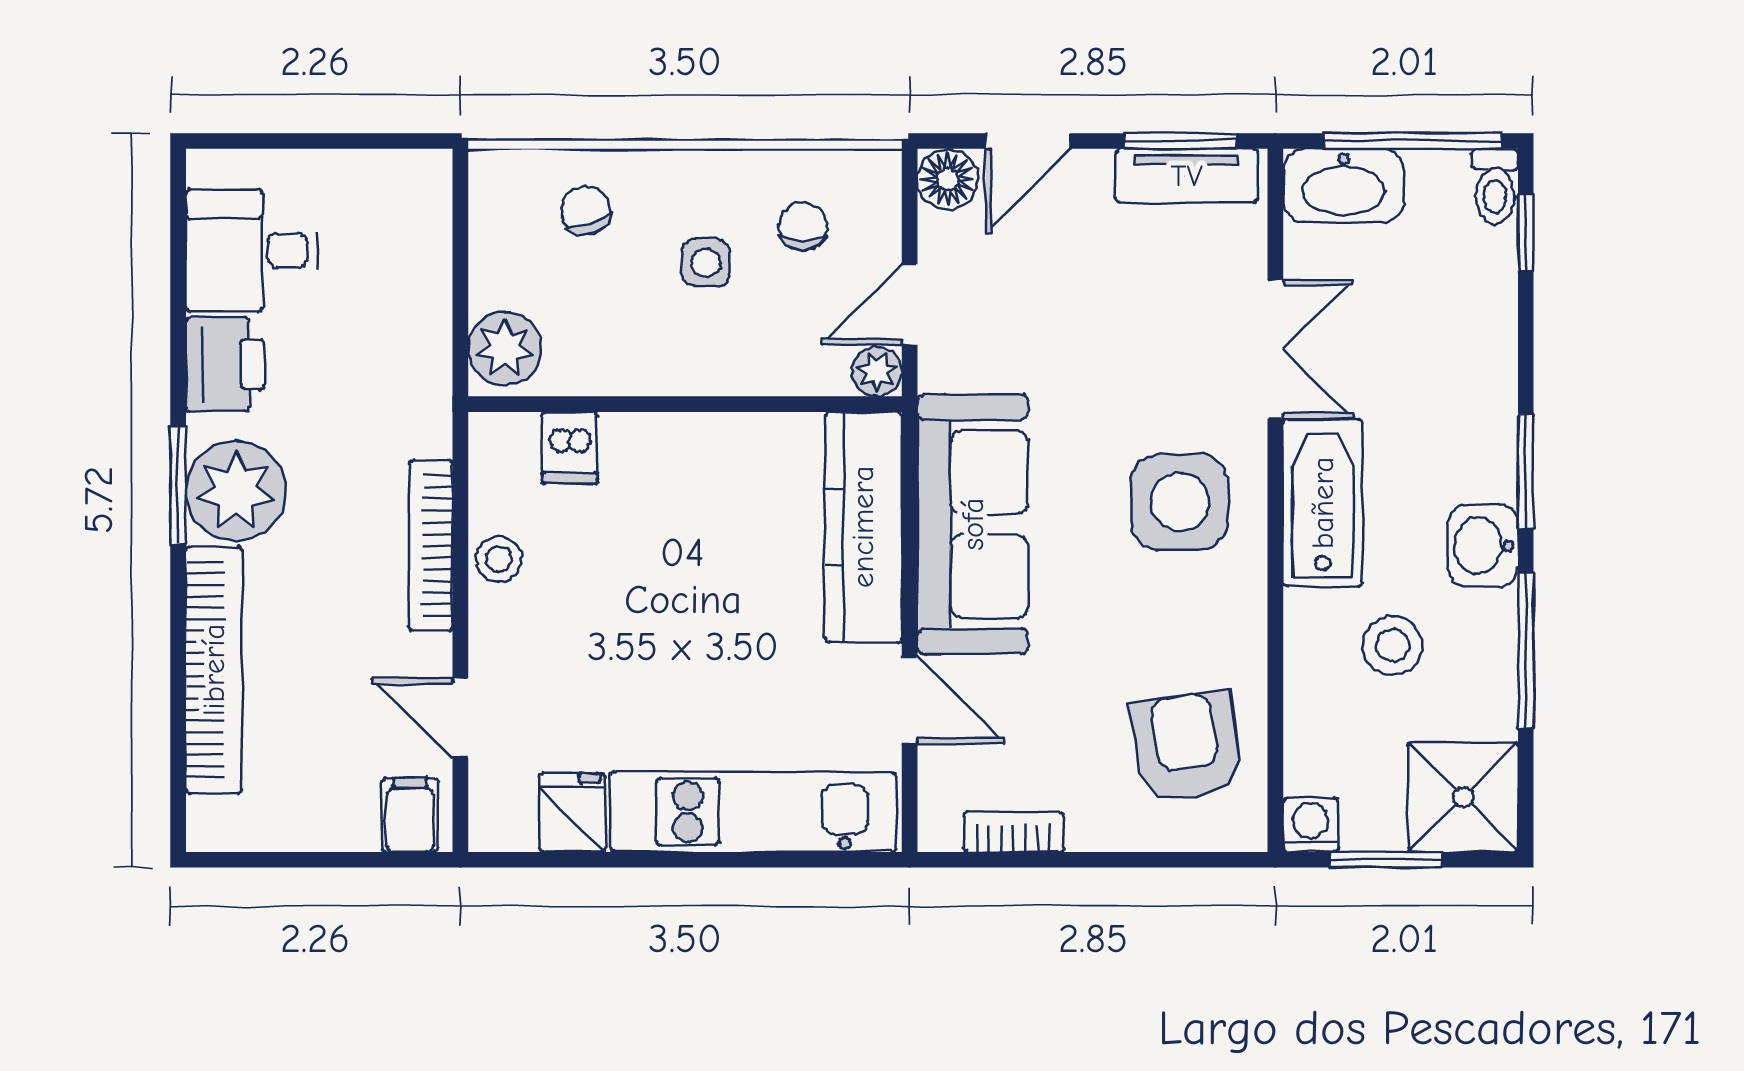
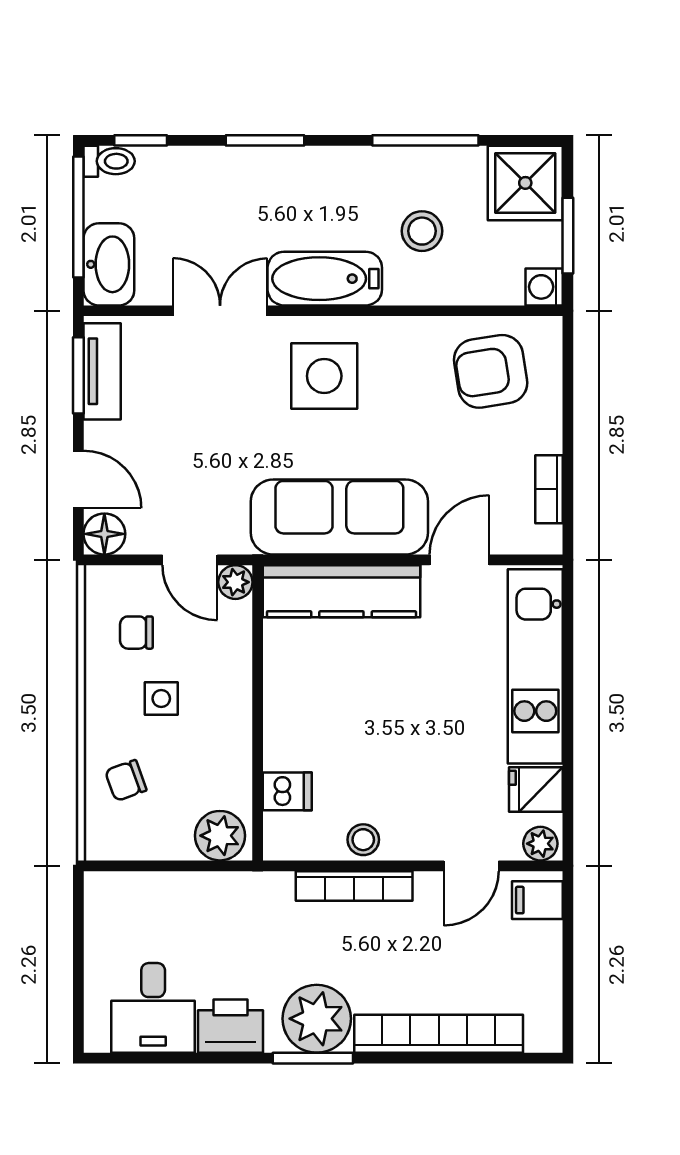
window: (1526, 471) -> (265, 140), moved
washbasin: (1483, 546) -> (354, 170), removed
plant: (493, 819) -> (540, 844), added

